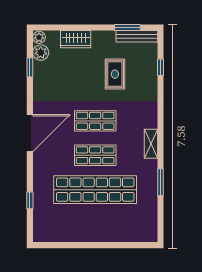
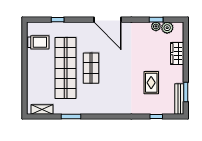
plant: (39, 37) -> (156, 26), moved
rug: (115, 74) -> (151, 83), turned 90
shop shelf: (95, 121) -> (117, 68), removed
shelving: (151, 144) -> (42, 109), moved
trolley: (60, 226) -> (38, 42), added

